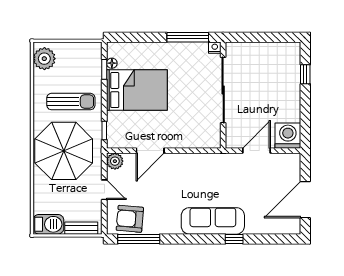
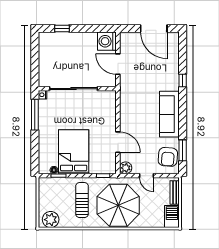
door: (104, 190) -> (147, 176), swing flipped
sofa: (213, 221) -> (169, 114), moved
window: (139, 239) -> (183, 150), width x0.69

